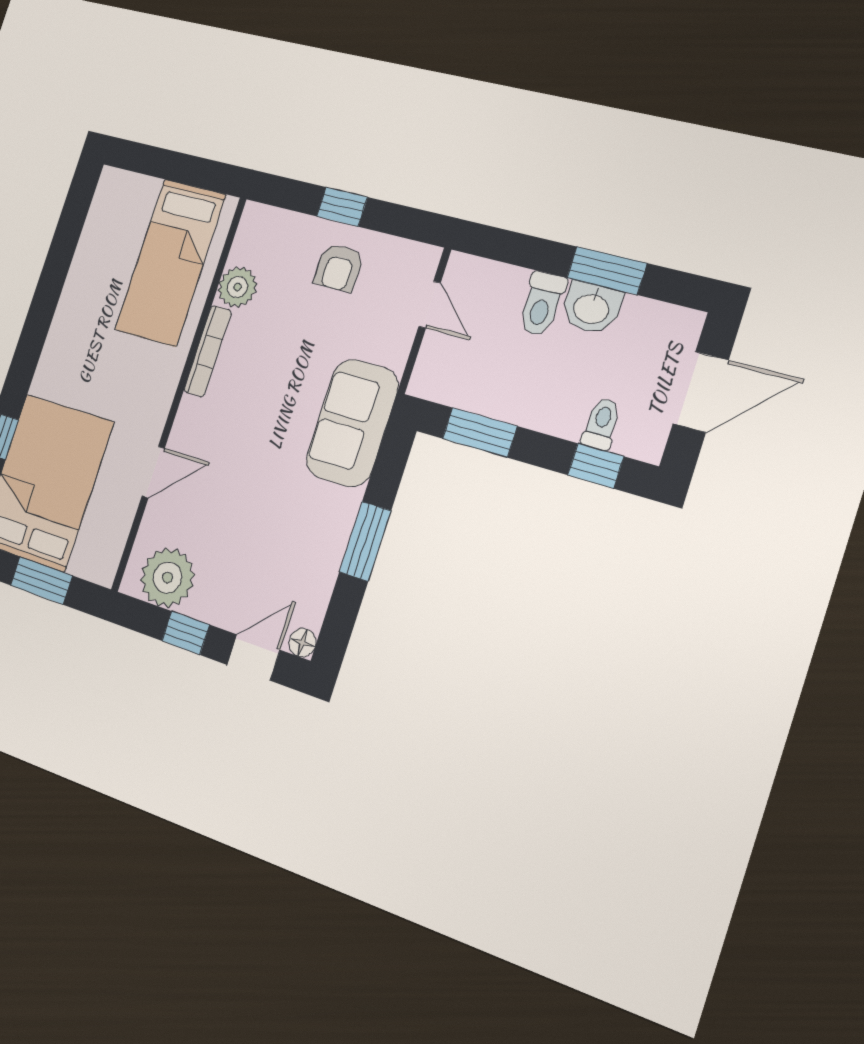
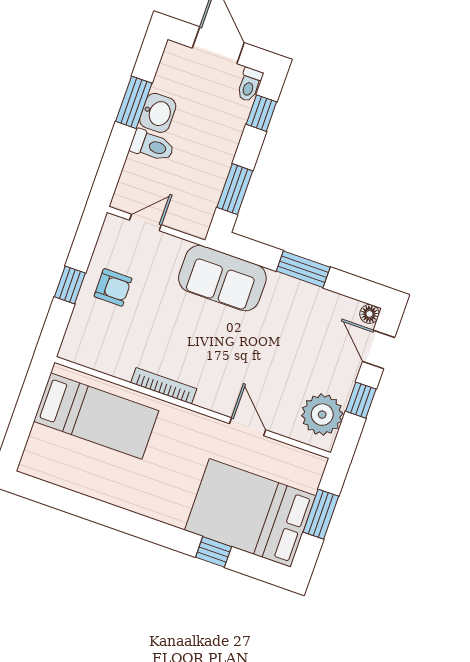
plant: (237, 287) -> (120, 363), removed
toilet: (601, 424) -> (249, 85), moved, turned -90

